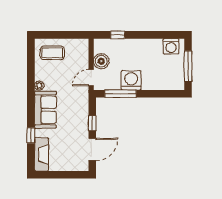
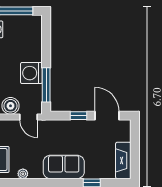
plant: (39, 86) -> (23, 174), moved
fireplace: (41, 154) -> (123, 160), moved, turned -90

